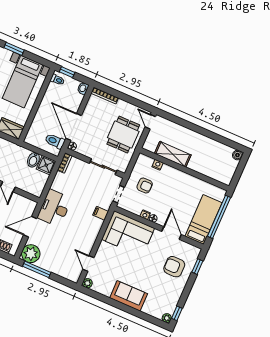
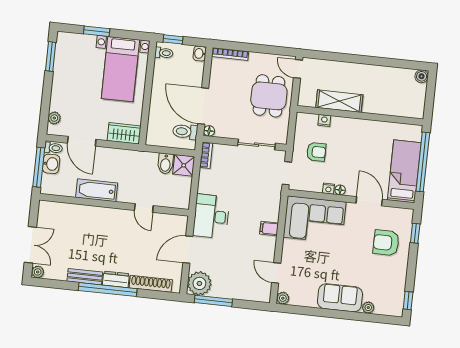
filing cabinet: (101, 213) -> (269, 228), moved
plant: (167, 318) -> (368, 308), moved

